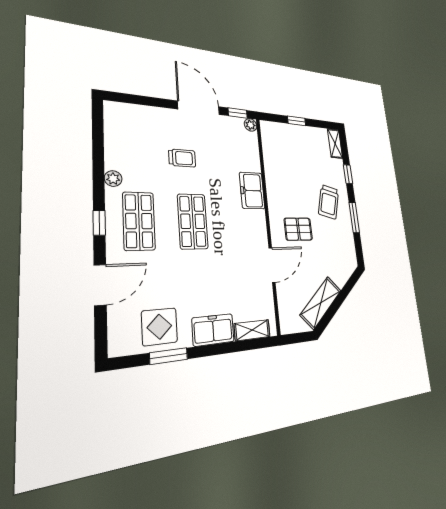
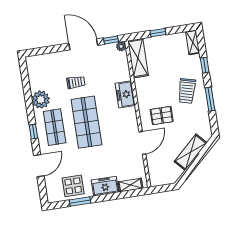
shelving: (271, 146) -> (138, 58), added
plant: (113, 179) -> (41, 100), width x1.87, depth x1.87
shop shelf: (193, 221) -> (86, 122), width x1.43, depth x1.36
shelving: (321, 303) -> (191, 152), moved

